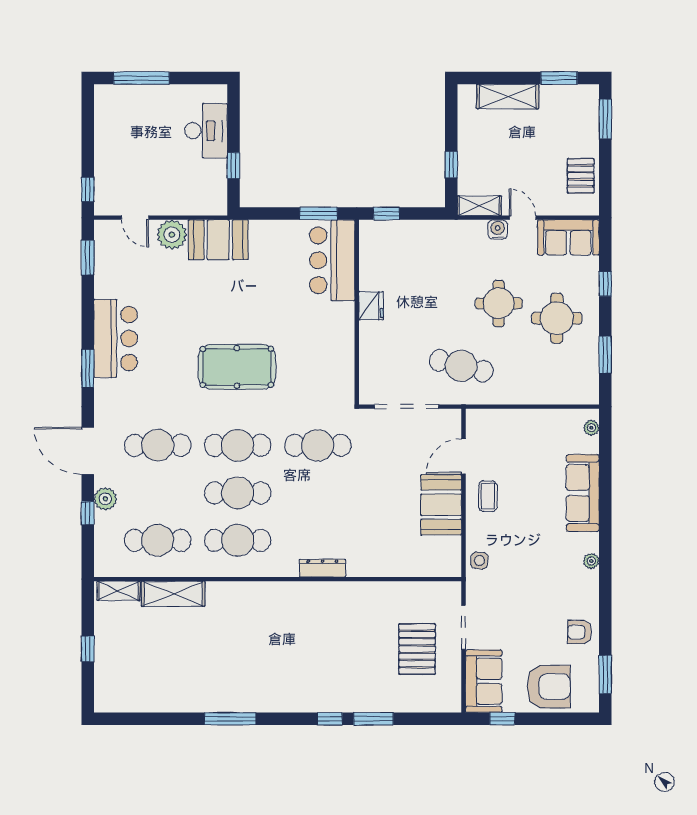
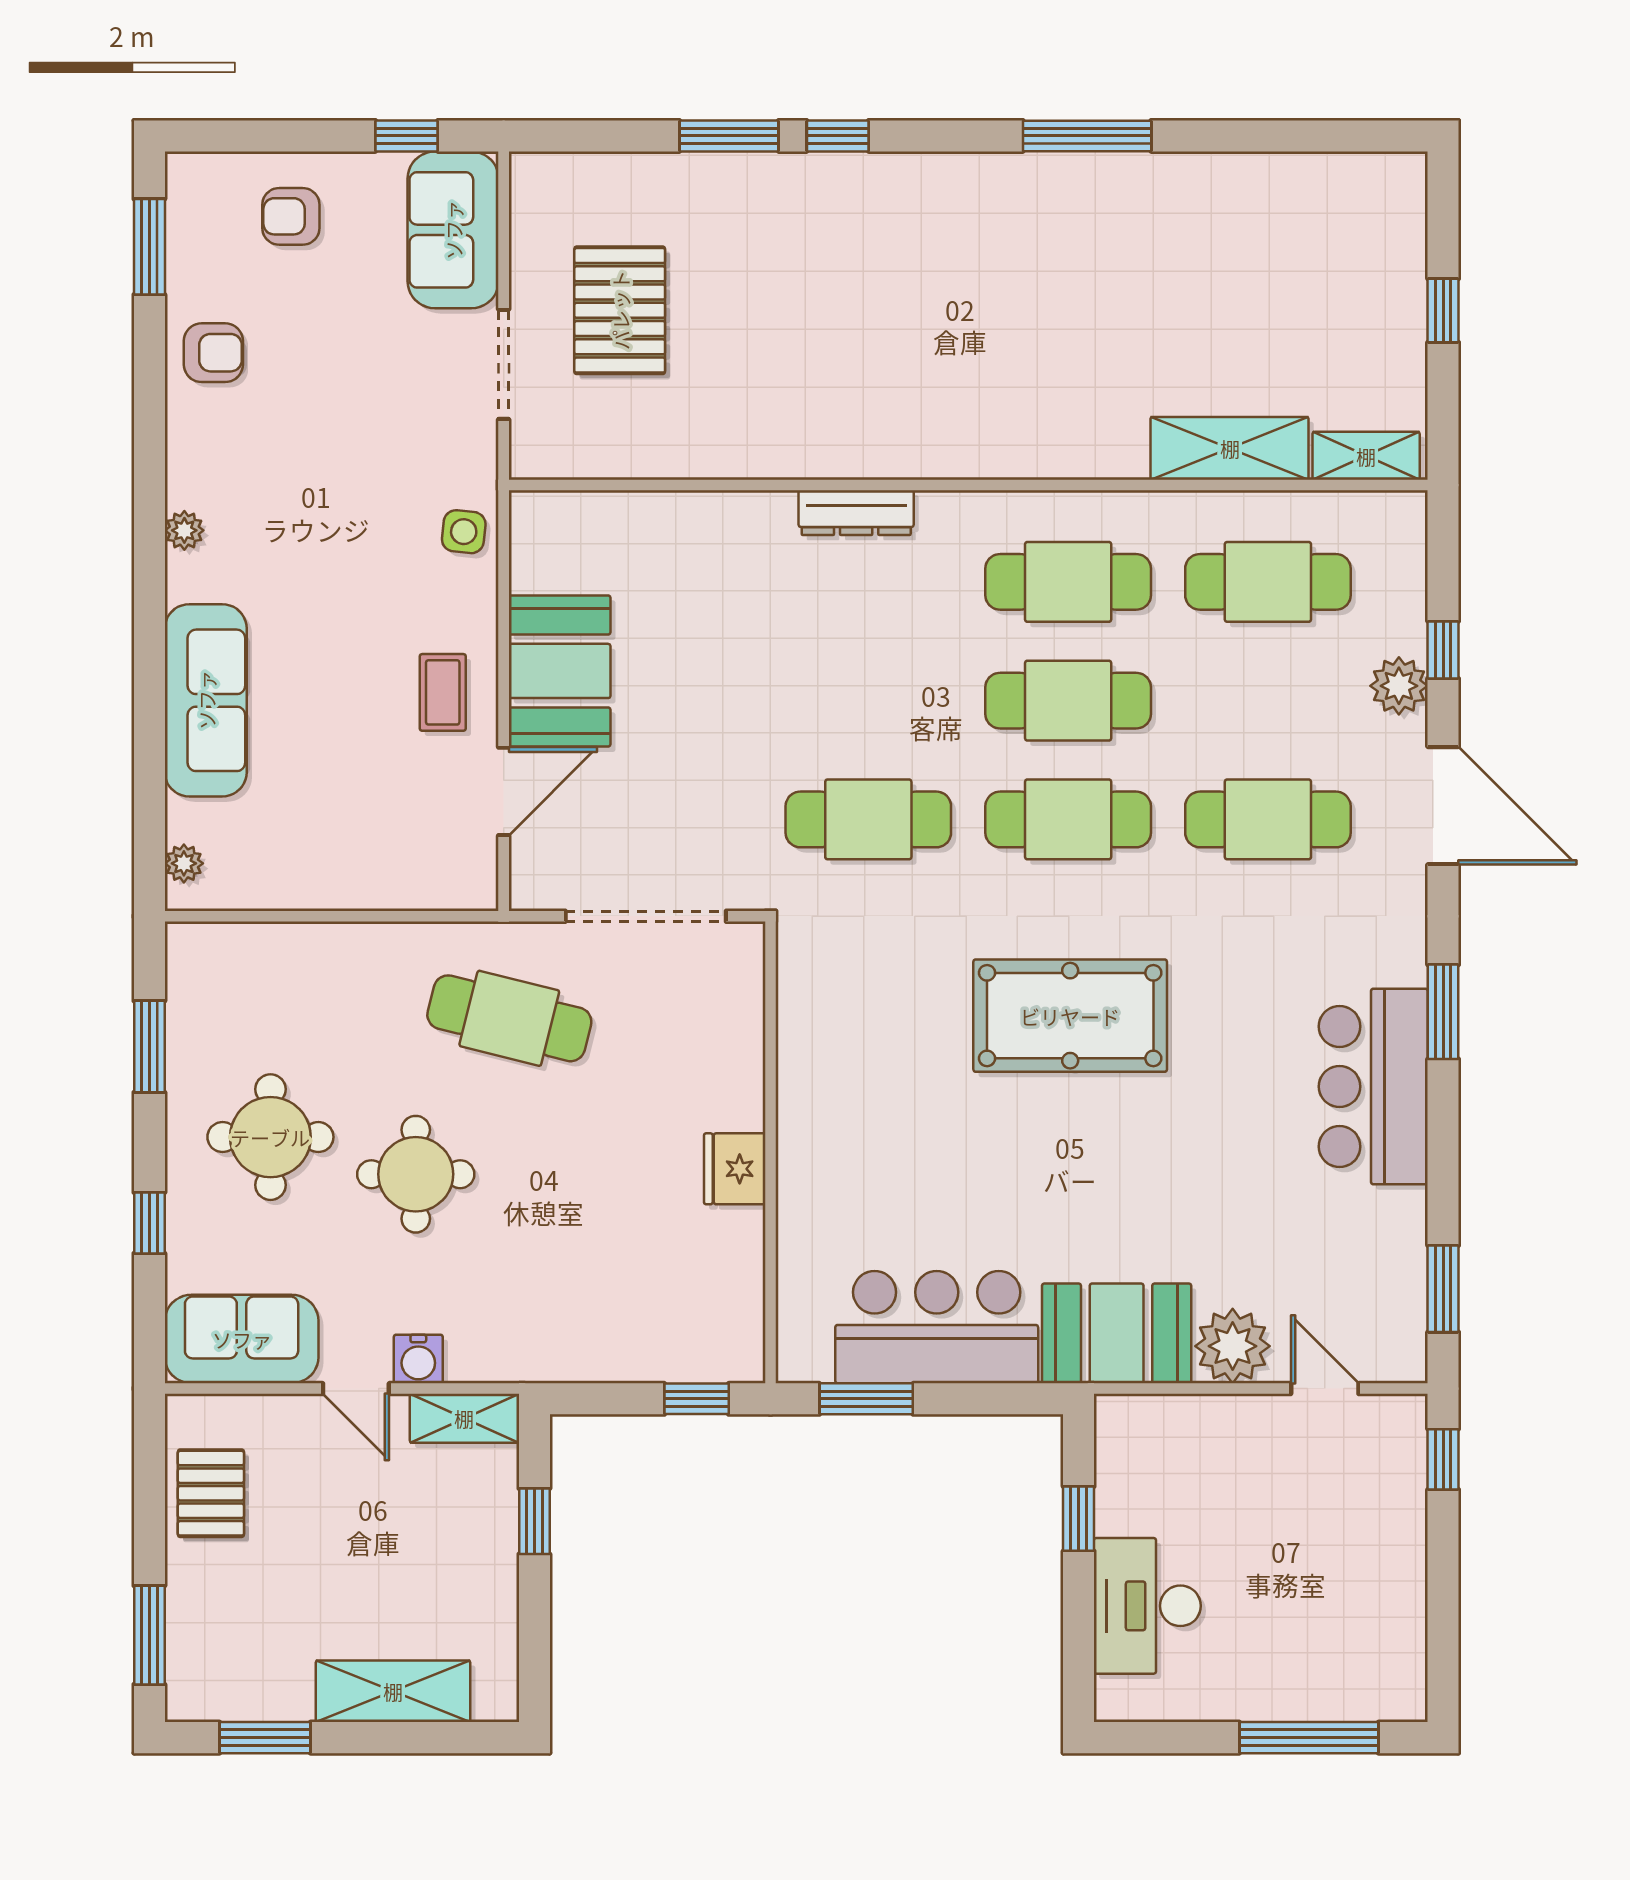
bar counter: (332, 260) -> (937, 1327), moved, turned -90
armchair: (549, 687) -> (291, 216), width x0.53, depth x0.53

